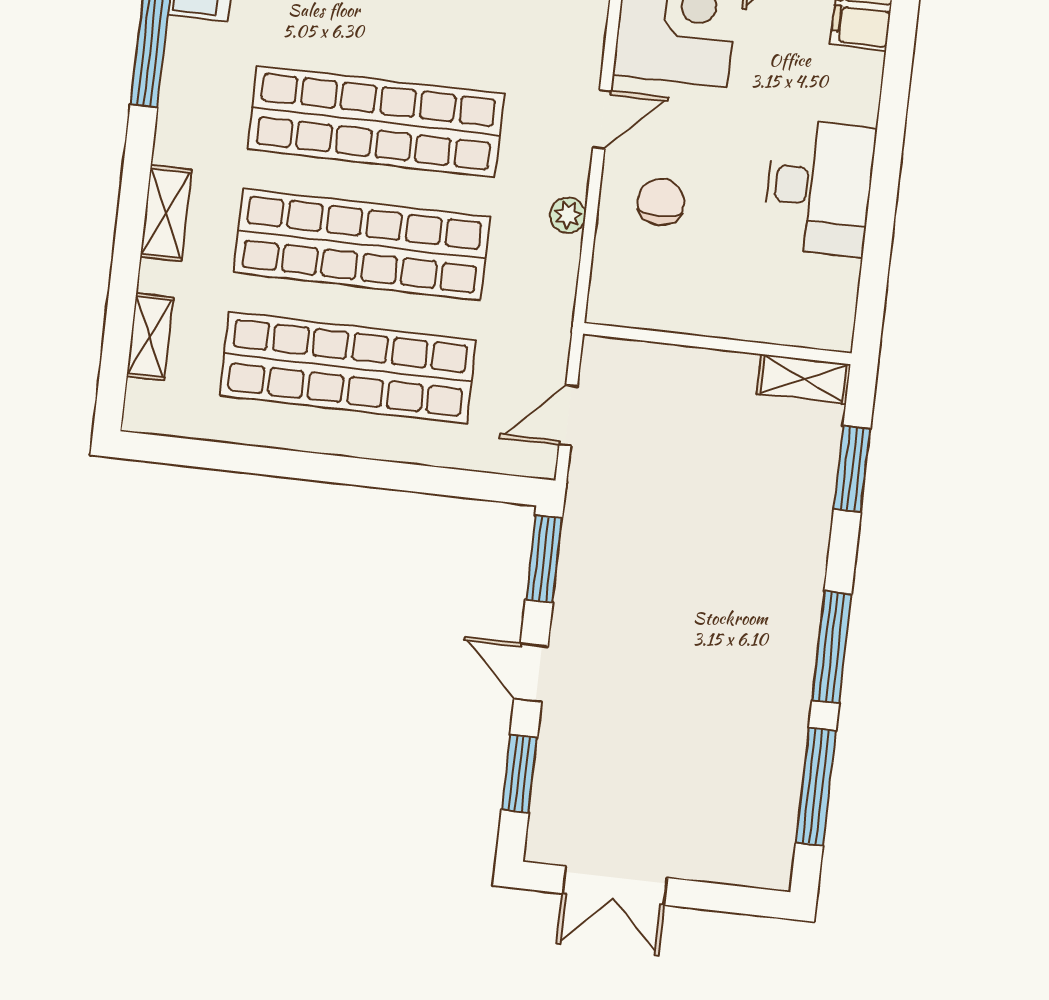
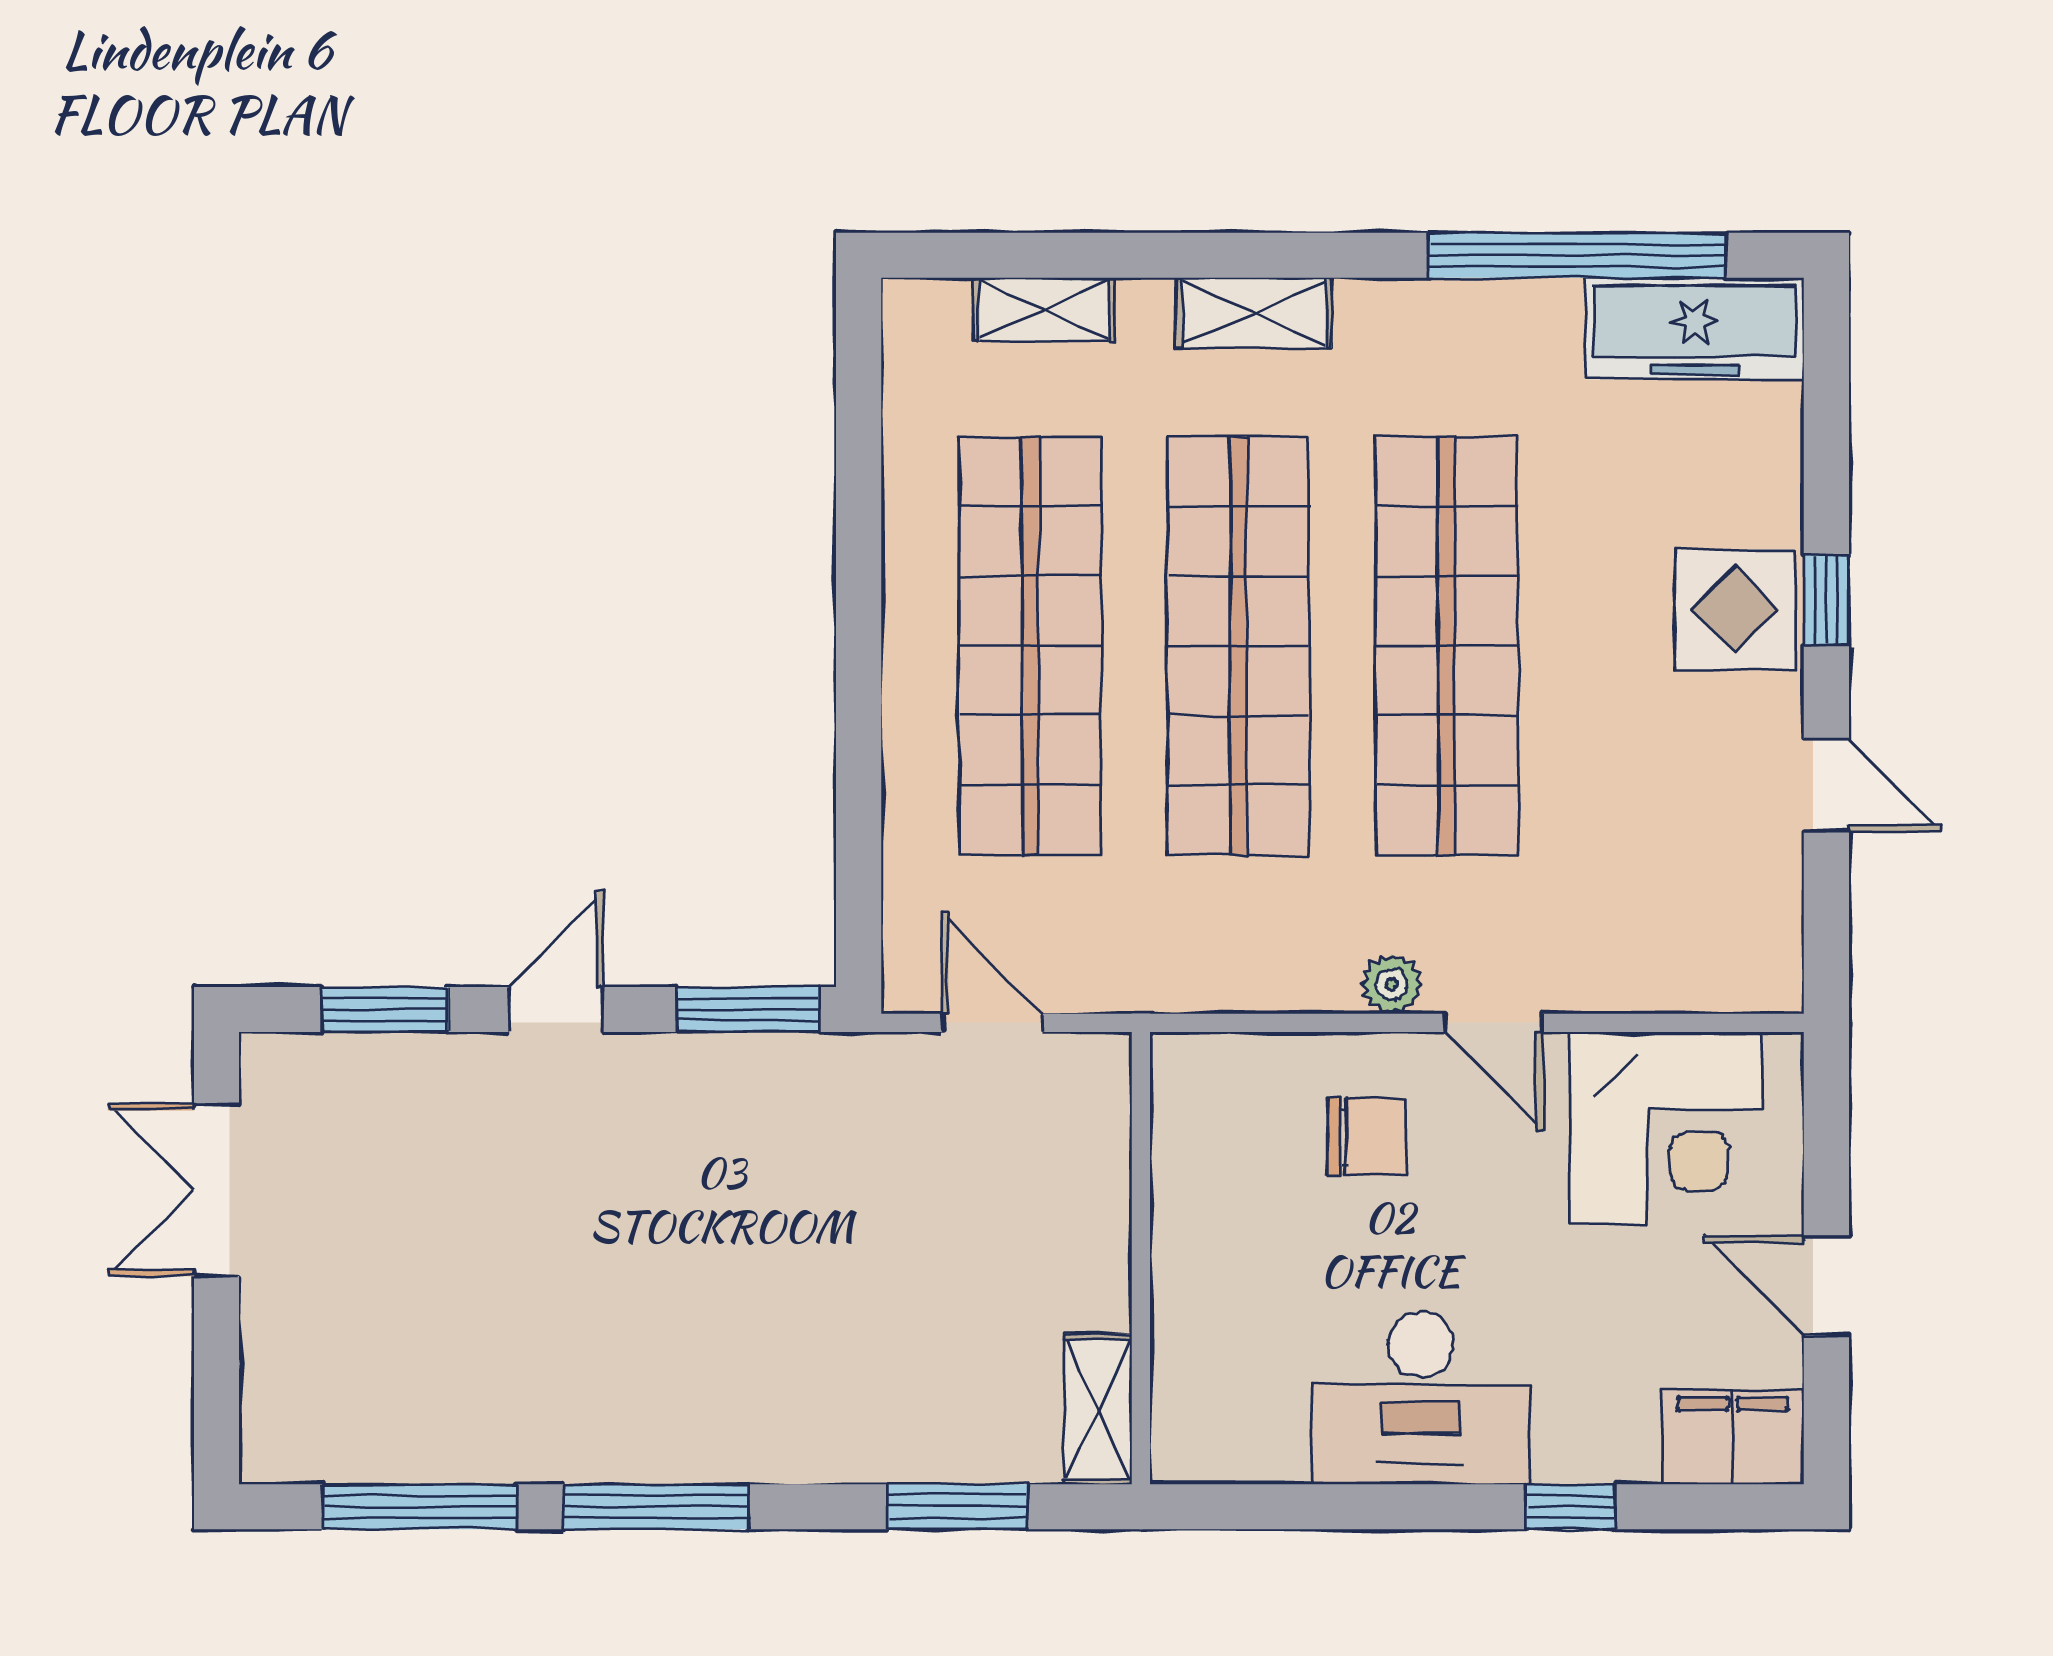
window: (893, 106) -> (1570, 1507), added
plant: (568, 215) -> (1392, 984), moved

